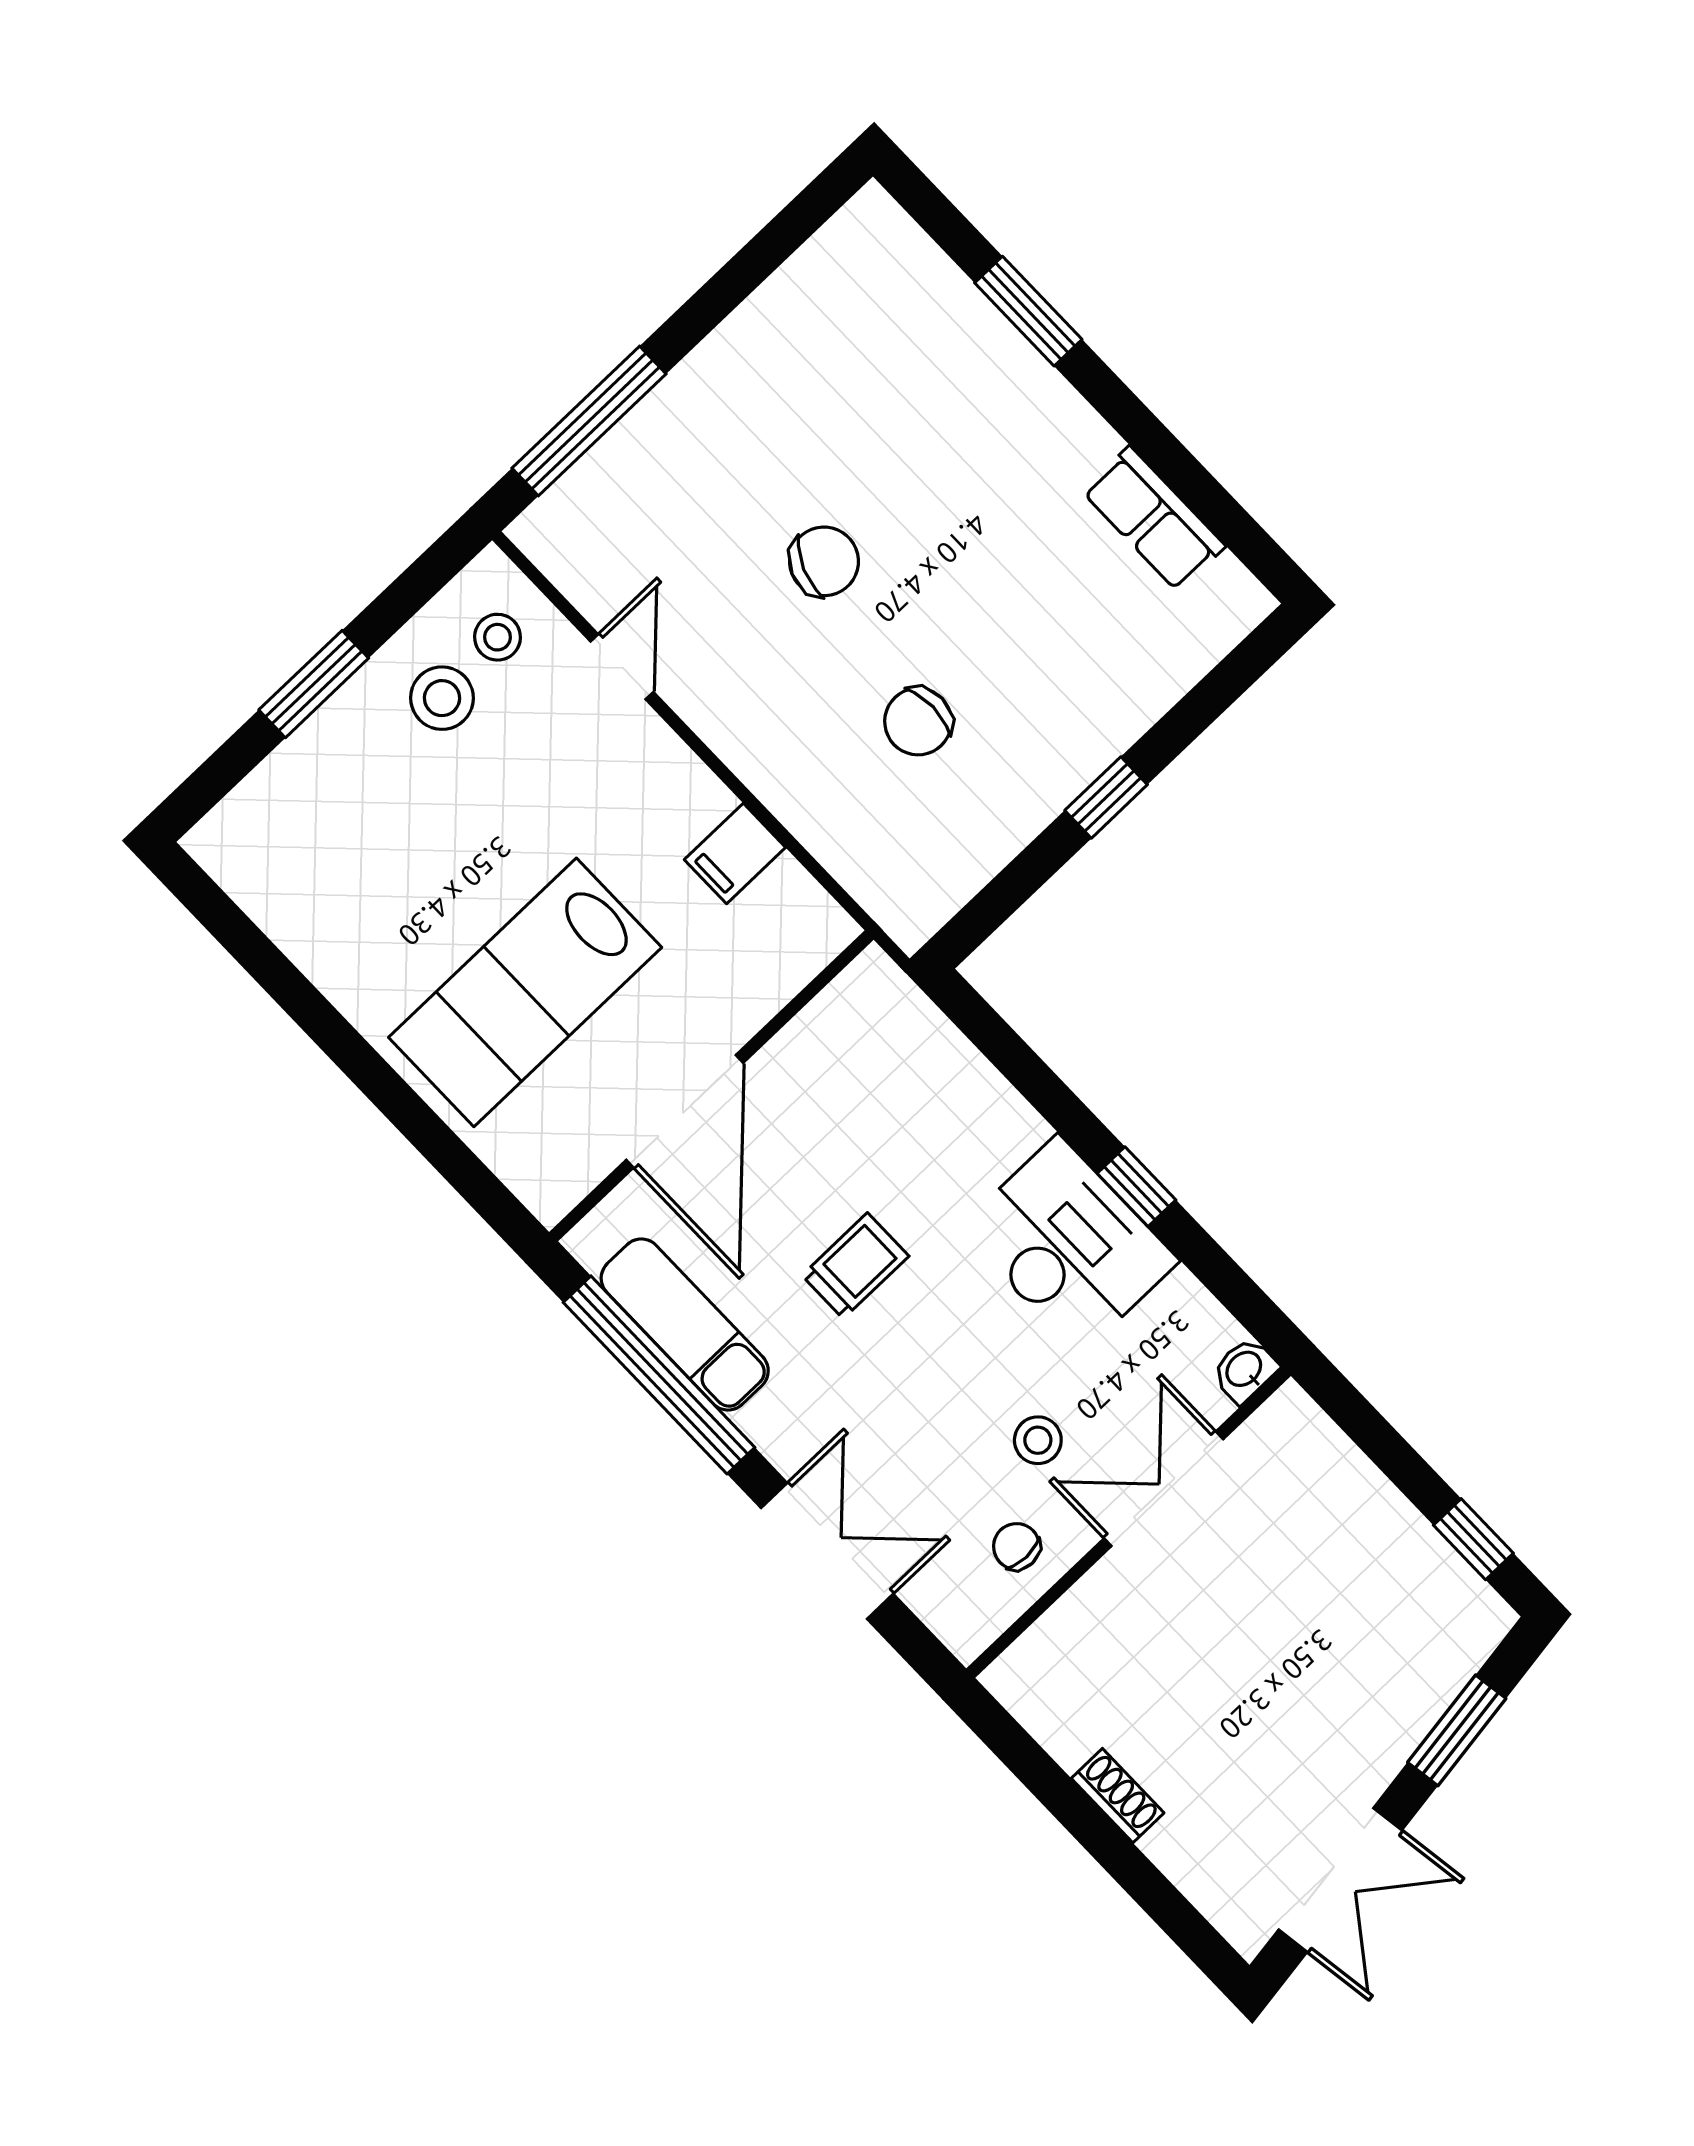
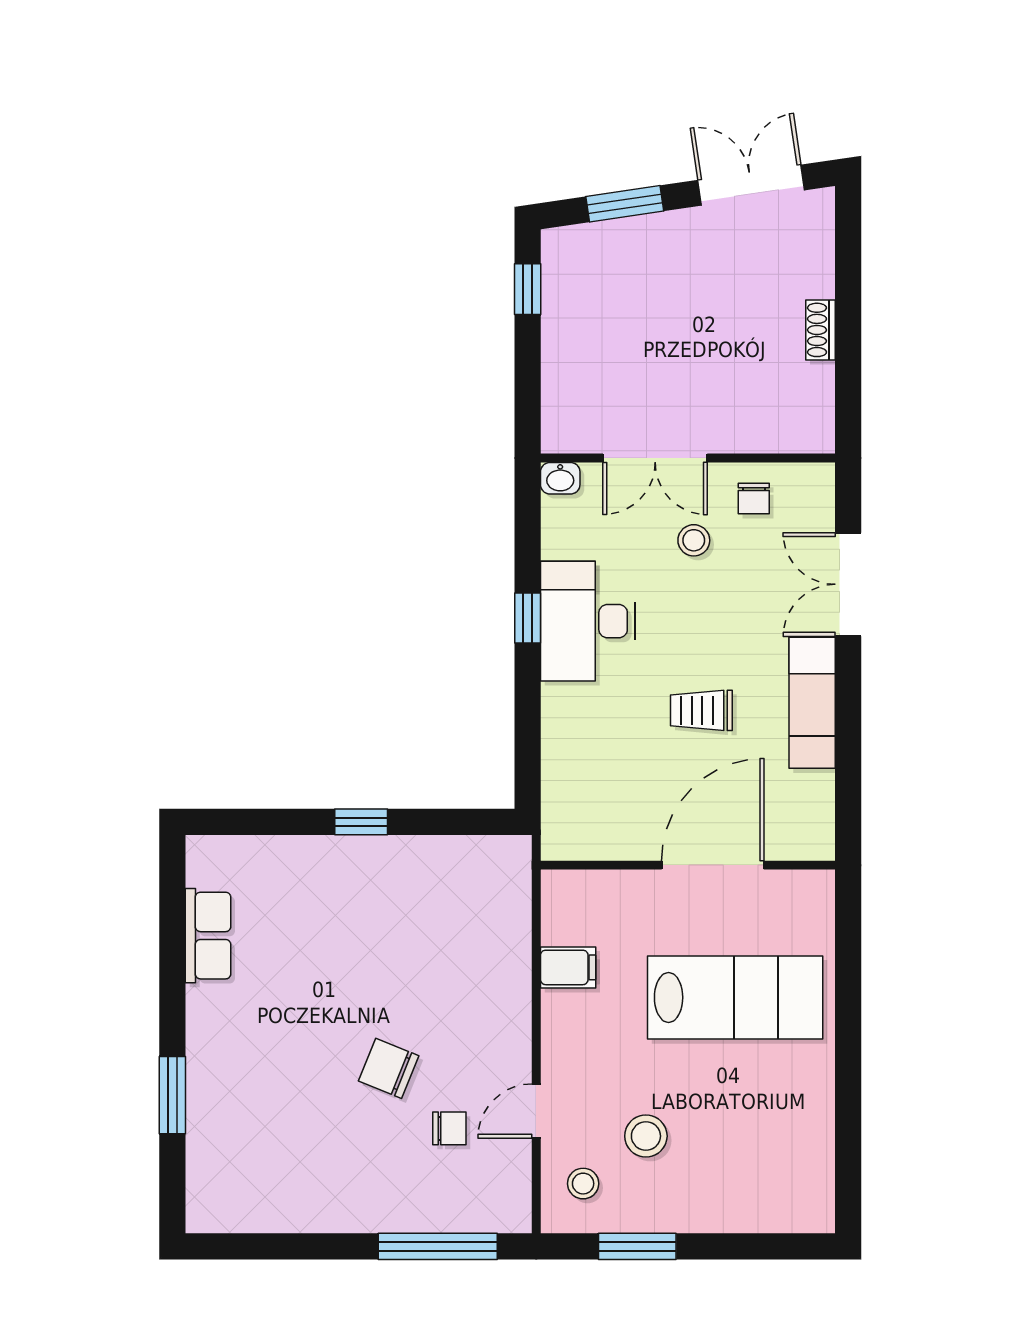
window: (314, 684) -> (637, 1246), moved
stool: (442, 698) -> (646, 1136), moved
chair: (918, 722) -> (449, 1128), moved, width x0.73, depth x0.73
exam couch: (685, 1325) -> (812, 703), moved
window: (659, 1375) -> (848, 749), removed

